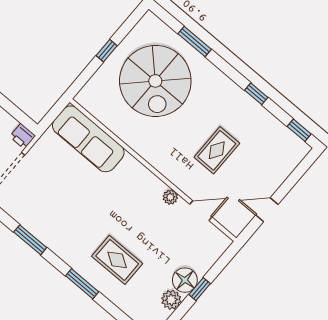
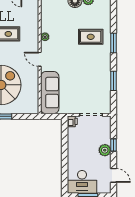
door: (201, 211) -> (40, 59), moved
rug: (117, 260) -> (91, 37), turned 90

